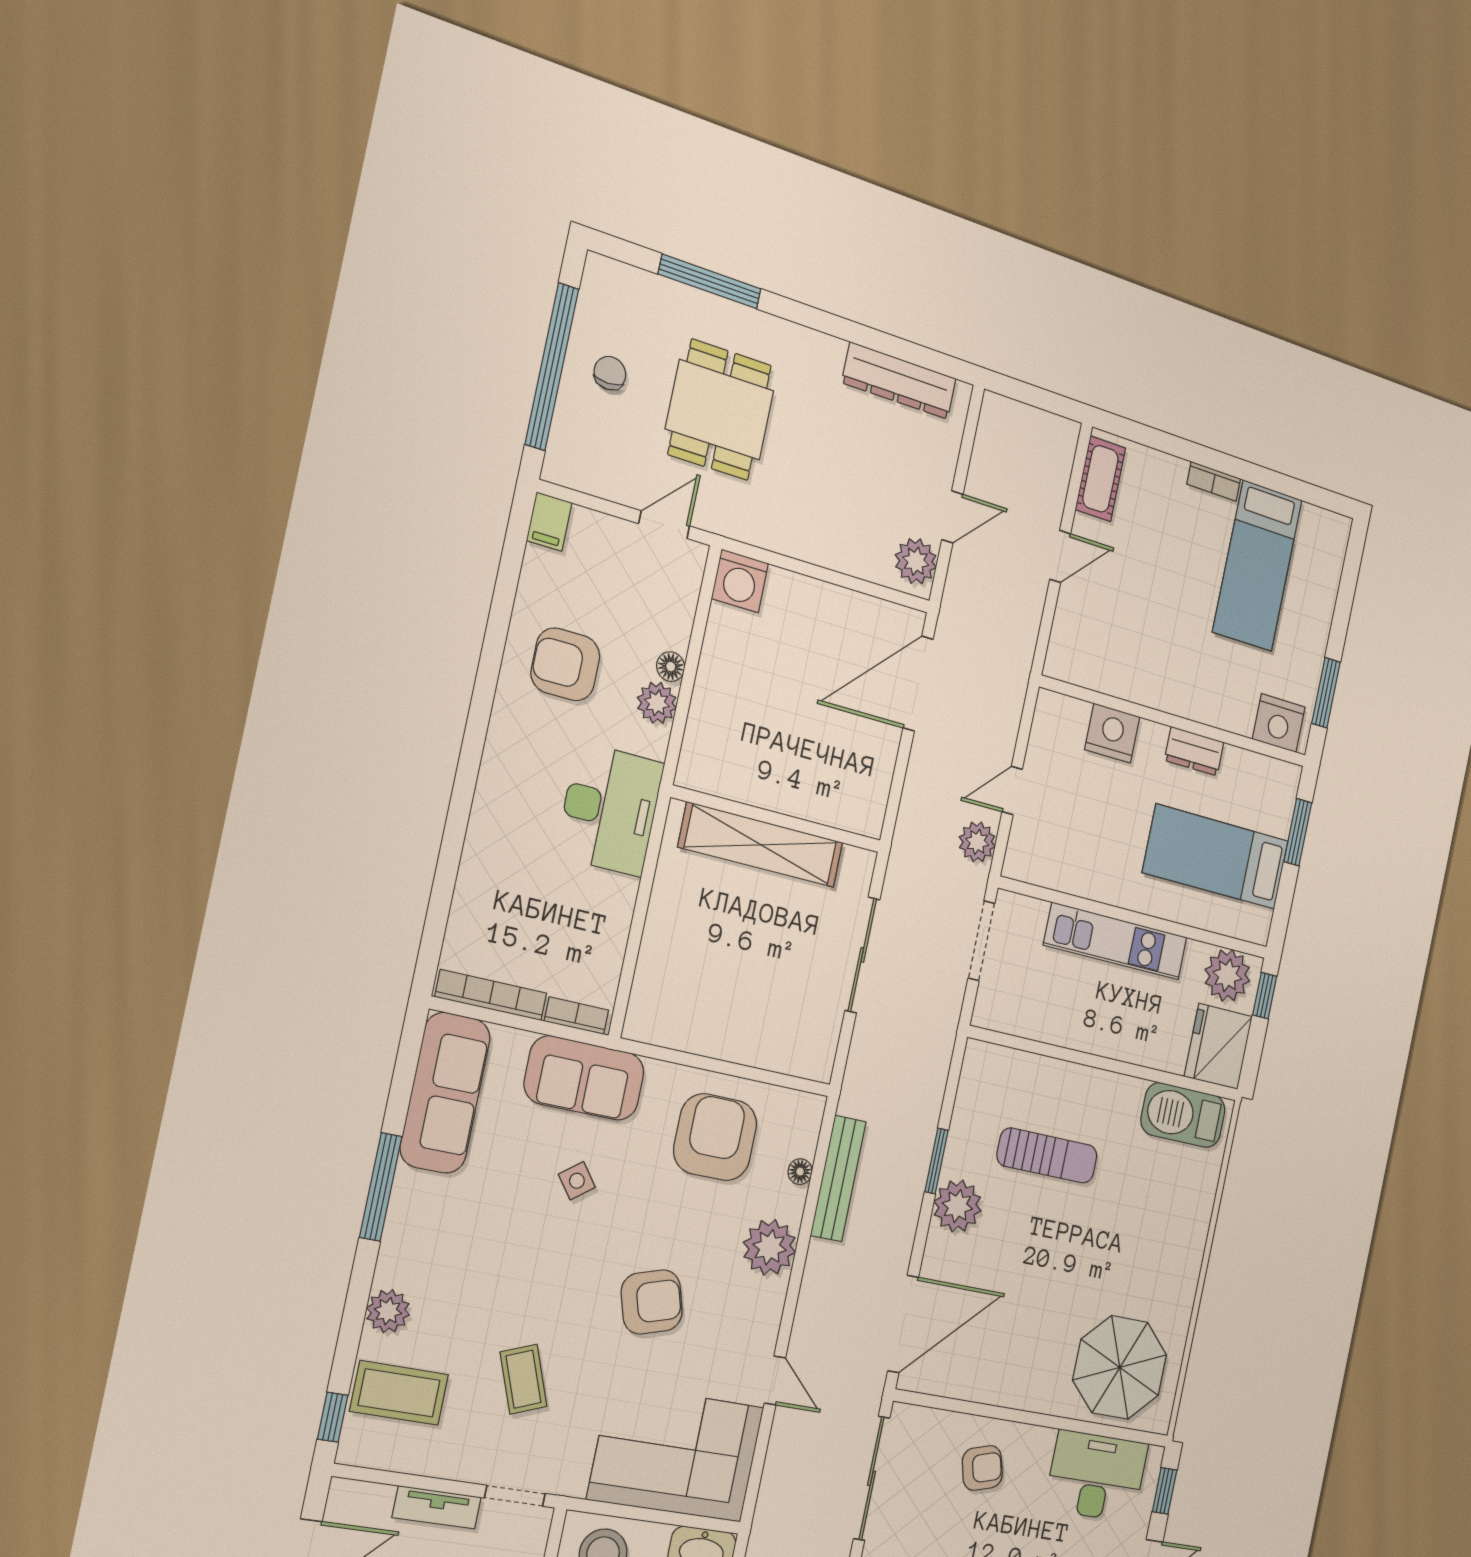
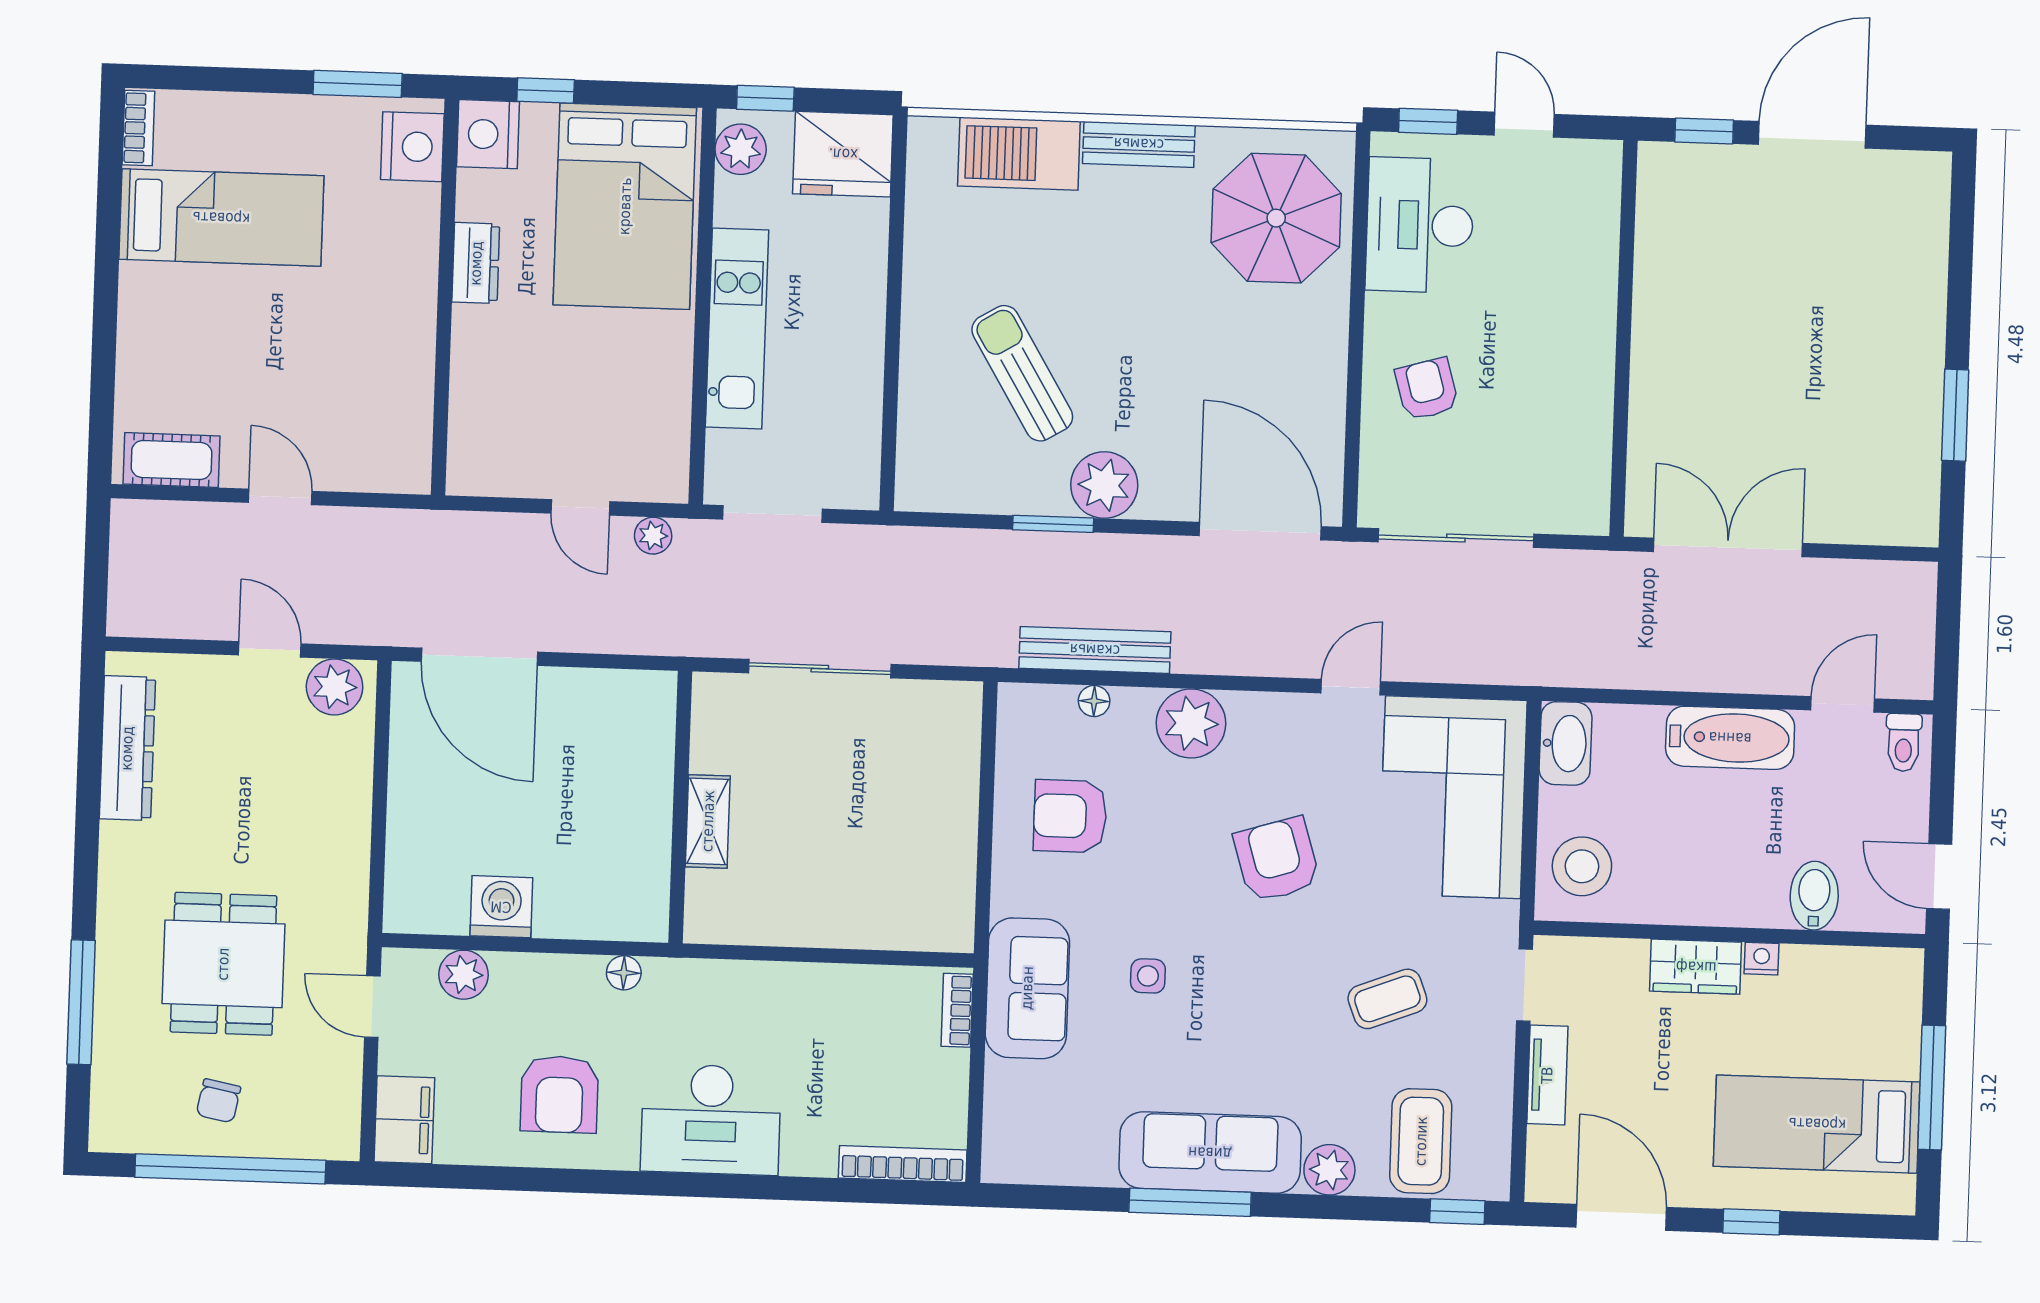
chair: (610, 373) -> (218, 1101), turned -79
dining table: (720, 410) -> (223, 964), turned 90
bookcase: (1214, 481) -> (138, 128), moved
filing cabinet: (549, 522) -> (404, 1120), width x2.00
washing machine: (740, 581) -> (501, 907), moved, turned -90
floor lamp: (671, 667) -> (624, 973), moved
plant: (657, 703) -> (463, 975), moved
nightstand: (1112, 733) -> (488, 134), moved
desk: (610, 809) -> (711, 1119), moved, turned 180
window: (1298, 832) -> (546, 91), width x0.67
plant: (977, 842) -> (653, 536), width x0.73, depth x0.73
shelving: (761, 845) -> (708, 821), width x0.45, depth x0.75
bed: (1216, 857) -> (625, 206), width x1.50
plant: (1227, 975) -> (741, 149), width x0.73, depth x0.73
bookcase: (491, 995) -> (903, 1164), moved, turned 90
sofa: (445, 1093) -> (1210, 1153), moved
barbecue: (1183, 1115) -> (1019, 154), moved, turned 90
armchair: (715, 1137) -> (1070, 816), width x0.73, depth x0.73
sun lounger: (1047, 1156) -> (1022, 373), turned -31
side table: (577, 1181) -> (1148, 976), turned 37
bench: (1187, 1271) -> (1139, 144), added

